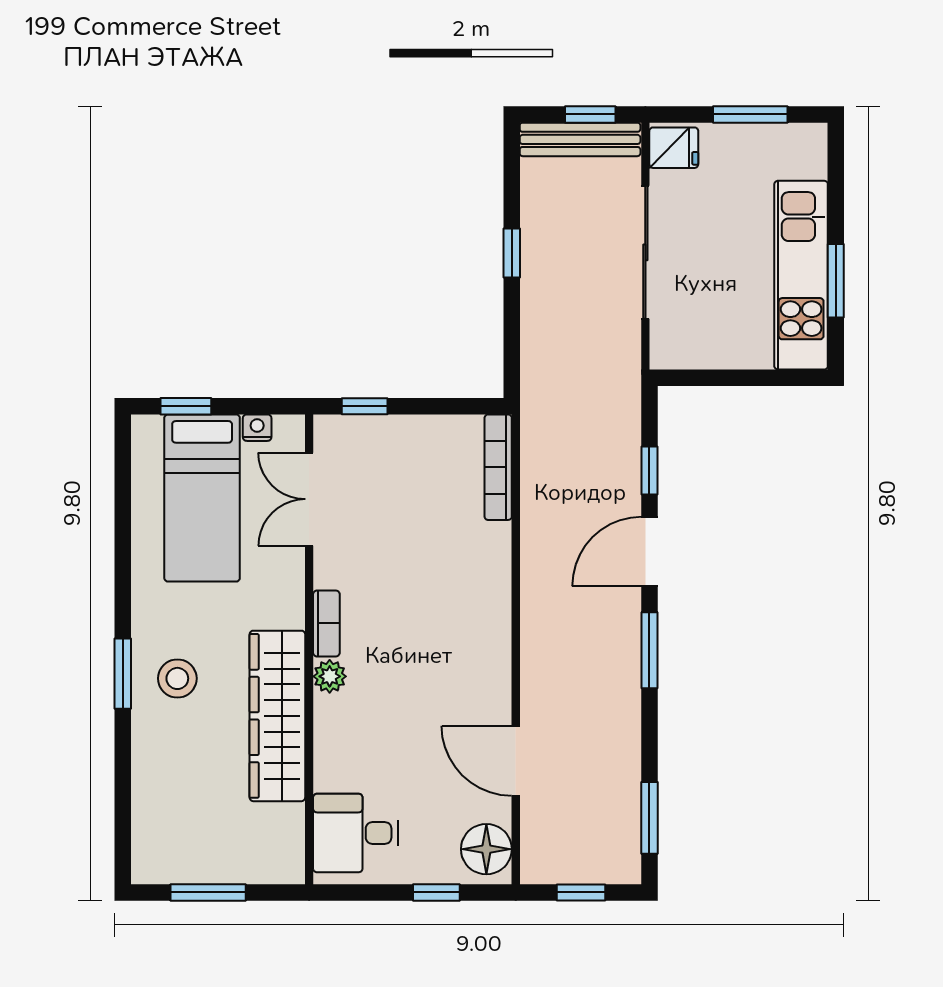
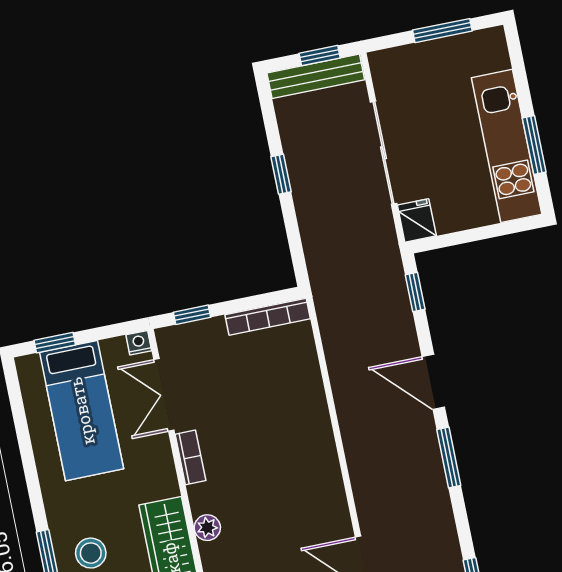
fridge: (674, 148) -> (417, 220), moved, turned -90
nightstand: (257, 428) -> (139, 343), moved
bookcase: (498, 467) -> (268, 317), moved, turned -90
window: (649, 471) -> (415, 292), moved
door: (649, 552) -> (433, 382), hinge flipped
bookcase: (326, 623) -> (190, 457), moved

